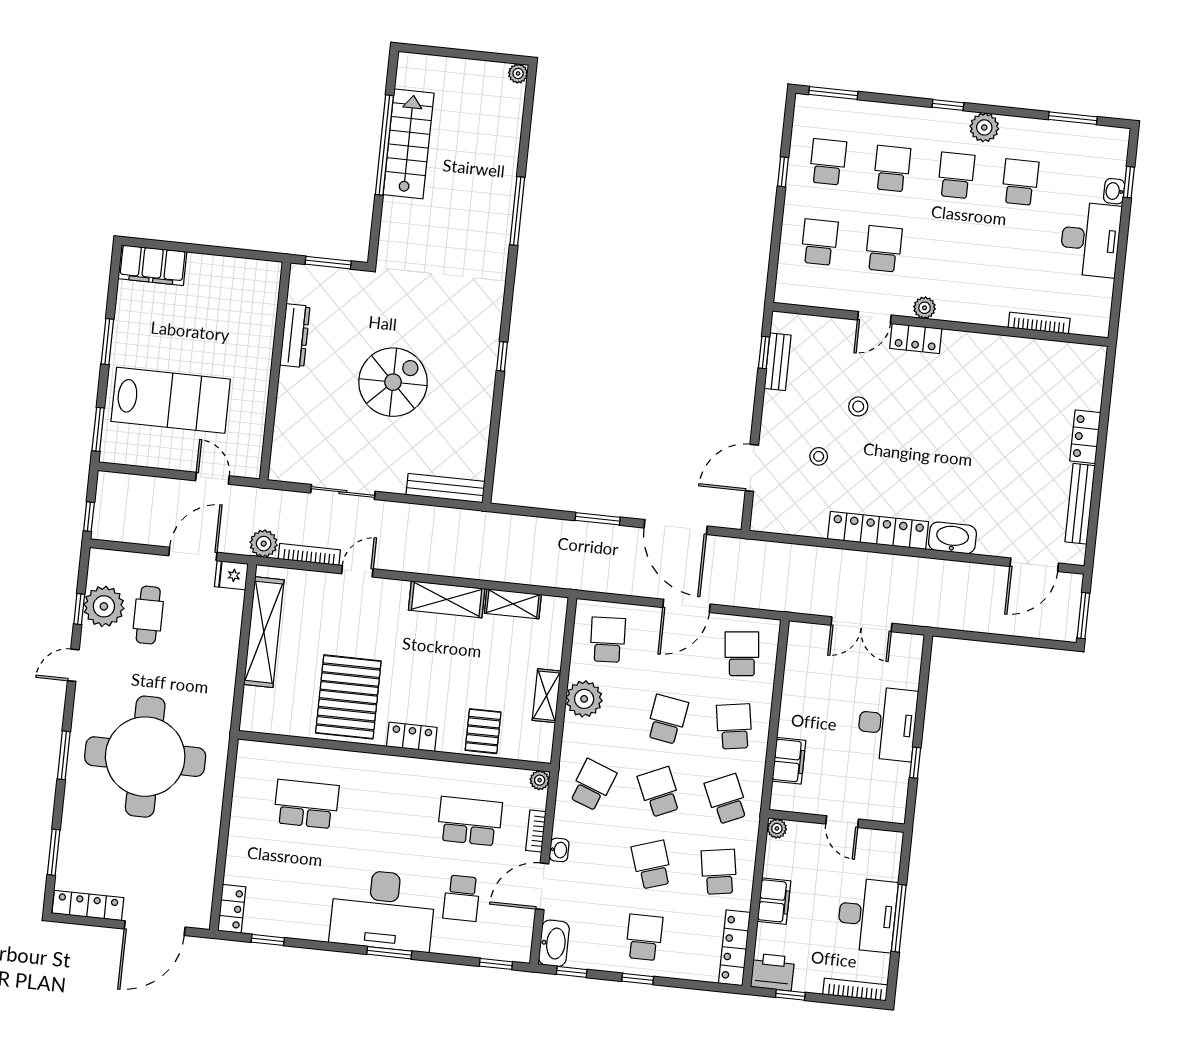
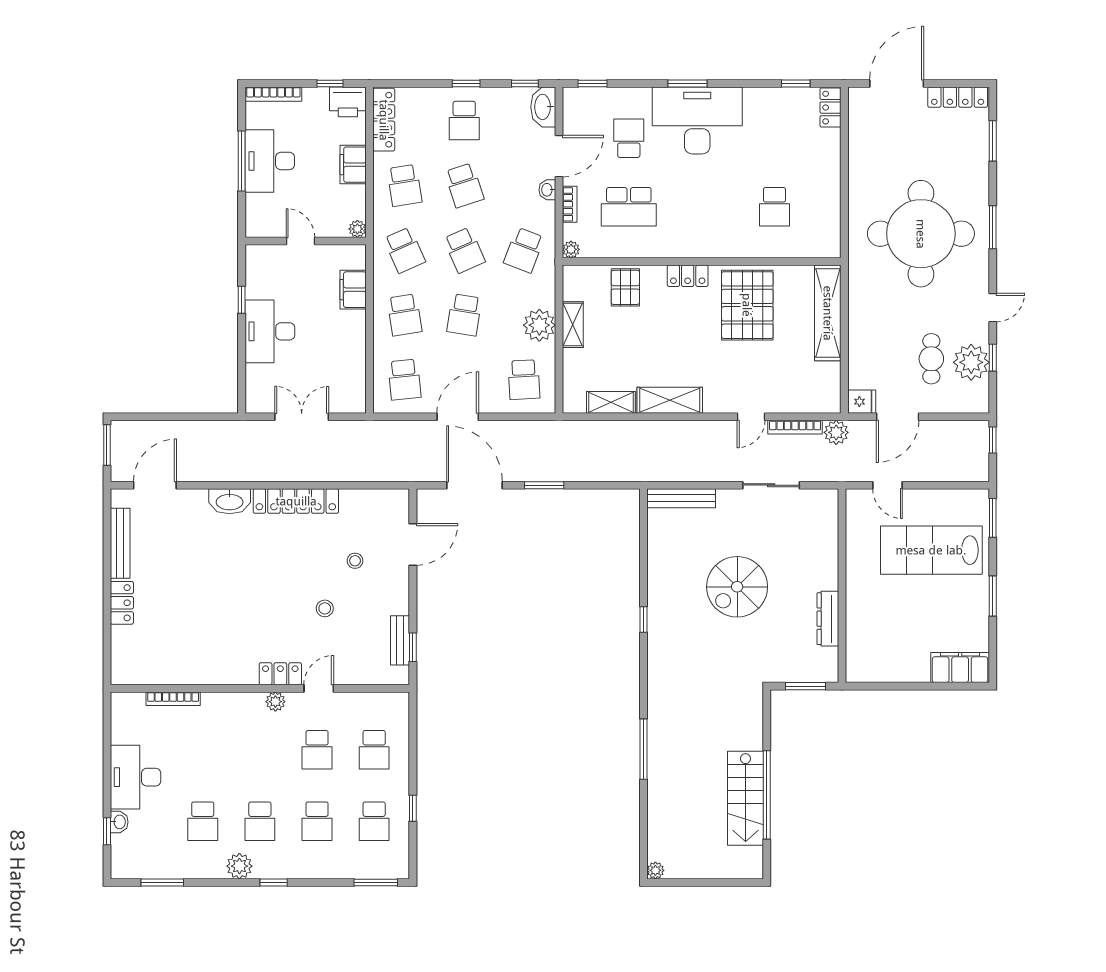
shelving: (264, 632) -> (828, 313), moved
school desk: (306, 804) -> (774, 207), width x0.54

